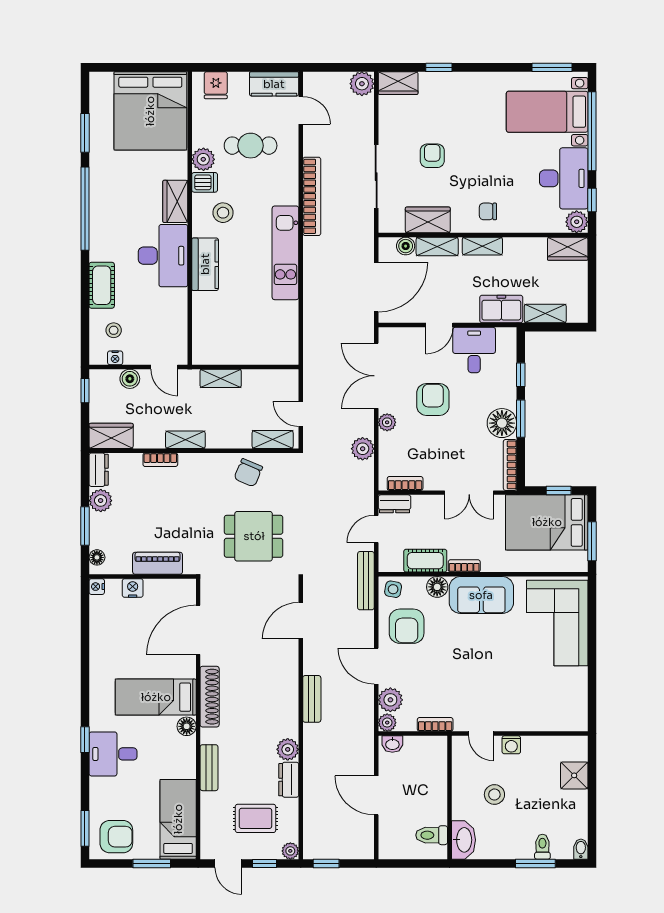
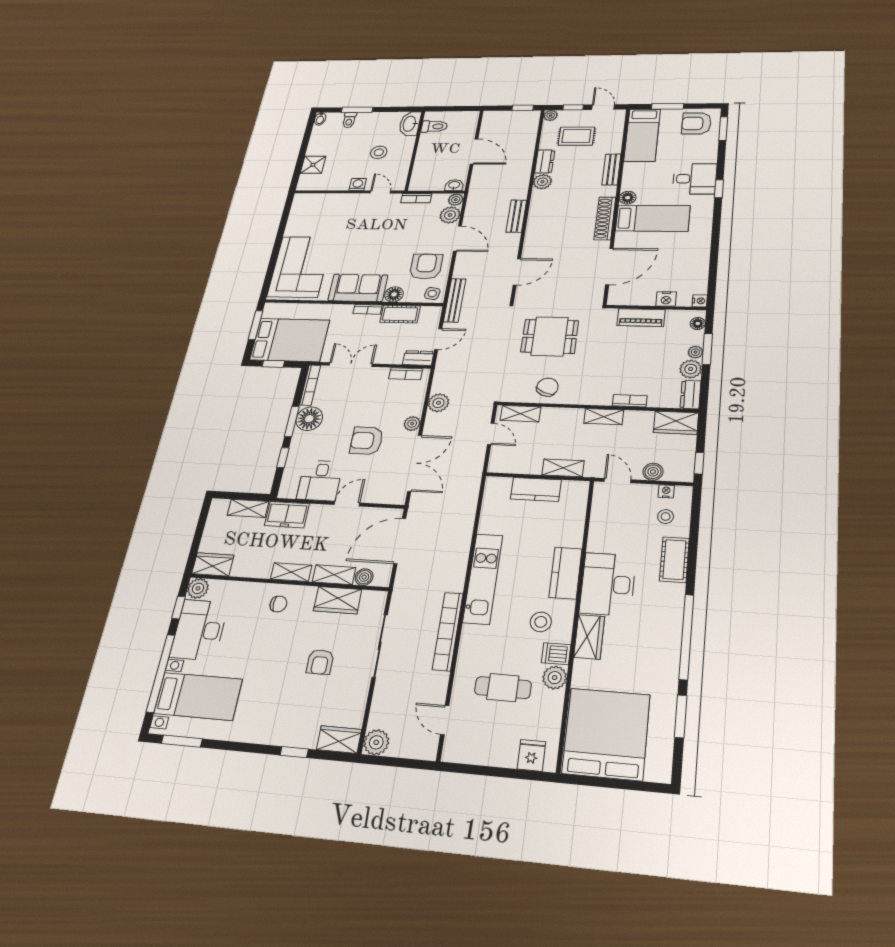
kitchen counter: (274, 84) -> (536, 489), moved, turned 180
armchair: (433, 399) -> (367, 441), turned 90
plant: (97, 521) -> (695, 352), added

